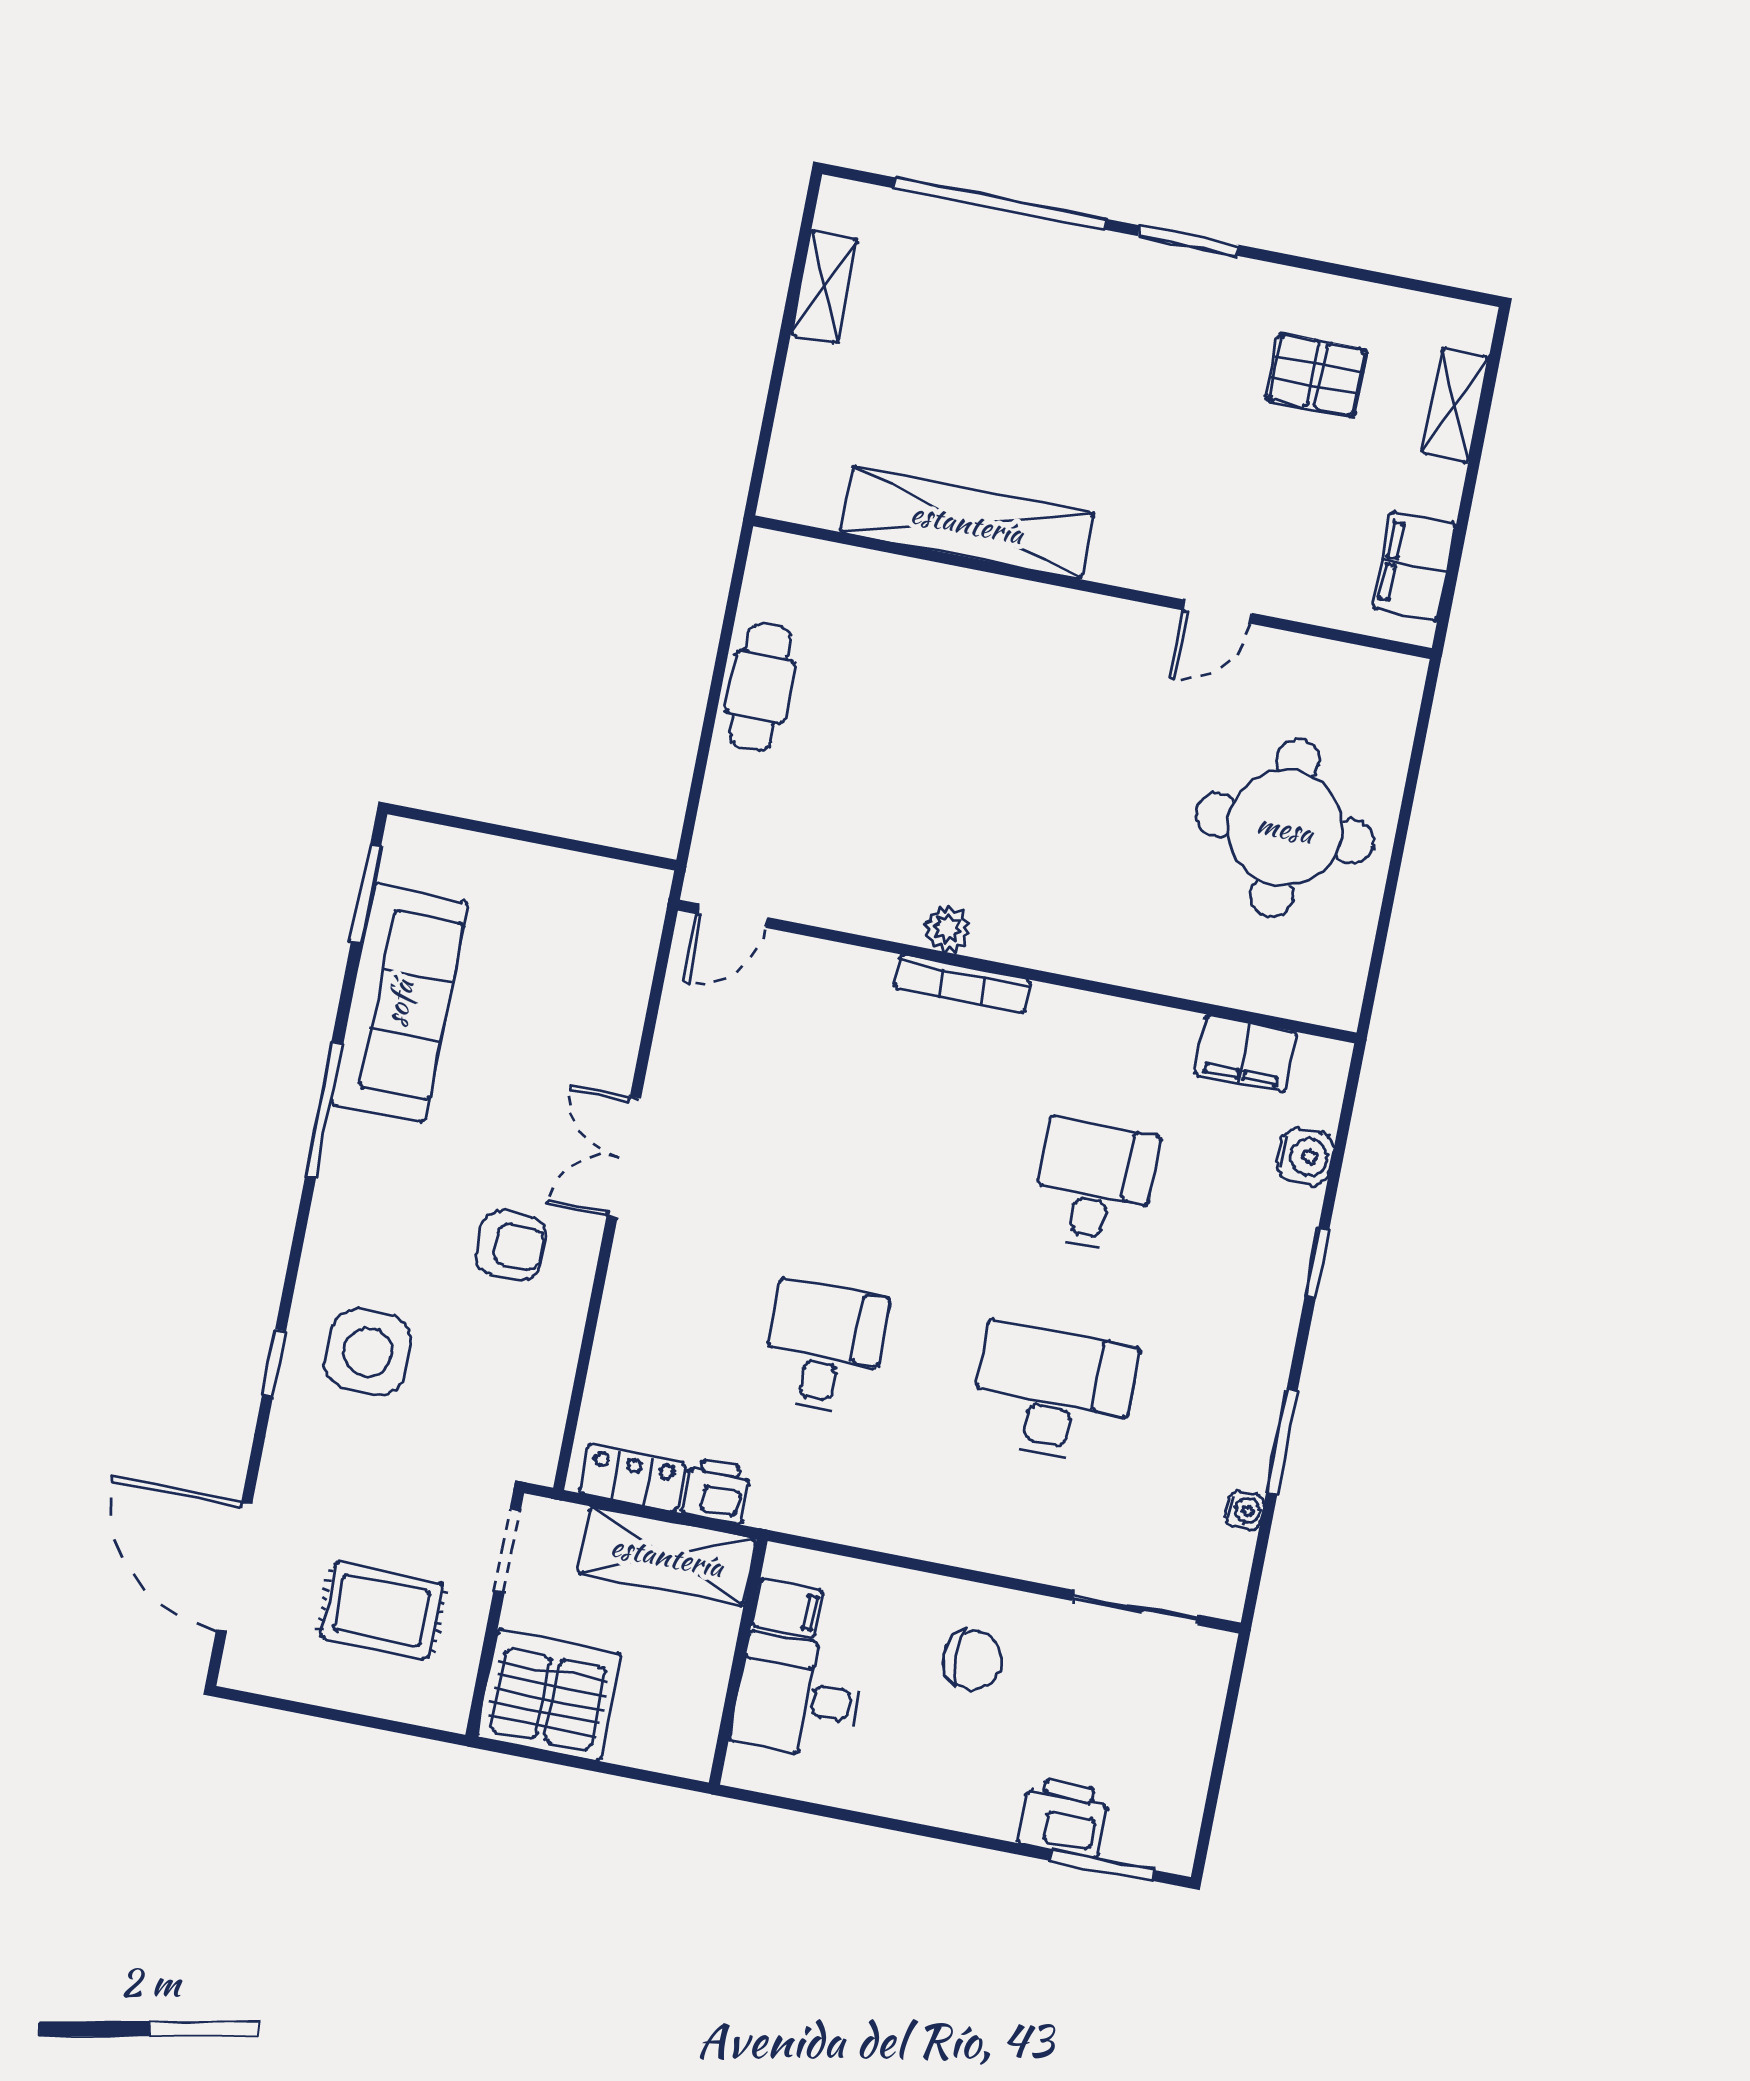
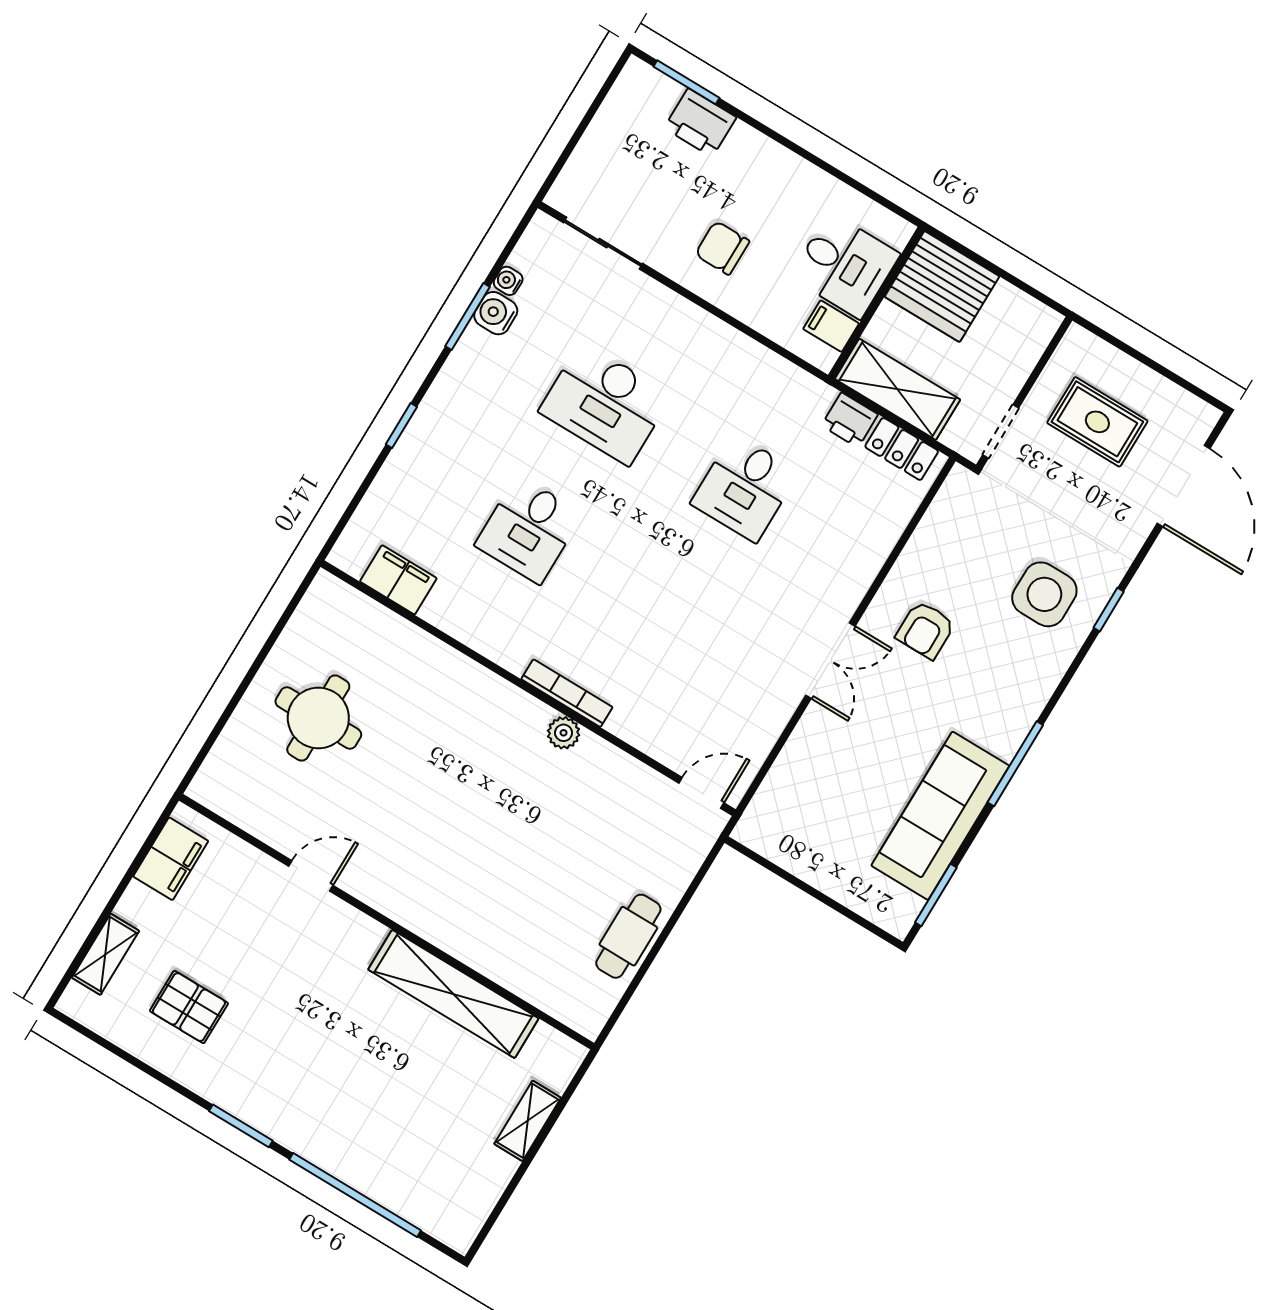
shelving: (824, 287) -> (528, 1121), moved
round table: (1285, 828) -> (318, 718), width x0.73, depth x0.73
water cooler: (1305, 1156) -> (496, 313), moved
armchair: (511, 1246) -> (925, 630), turned -90
server rack: (549, 1695) -> (942, 287), moved

